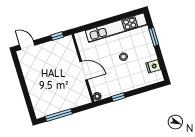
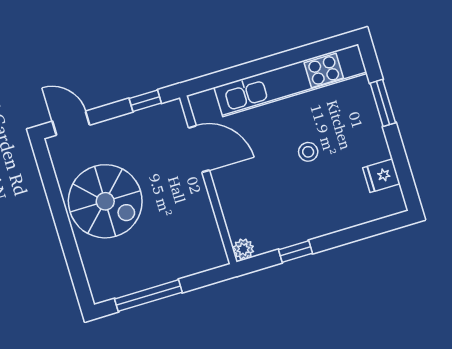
door: (84, 71) -> (199, 149), moved
spiral stairs: (41, 77) -> (105, 201), added

